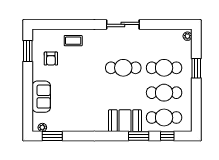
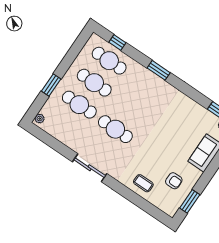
armchair: (51, 59) -> (174, 181), turned 90
booth: (125, 121) -> (146, 81), removed
window: (139, 136) -> (159, 70), moved

